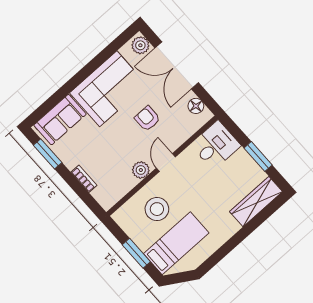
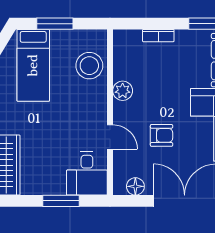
window: (258, 157) -> (61, 201), moved
door: (166, 163) -> (110, 137), moved
stool: (157, 209) -> (89, 66), moved

